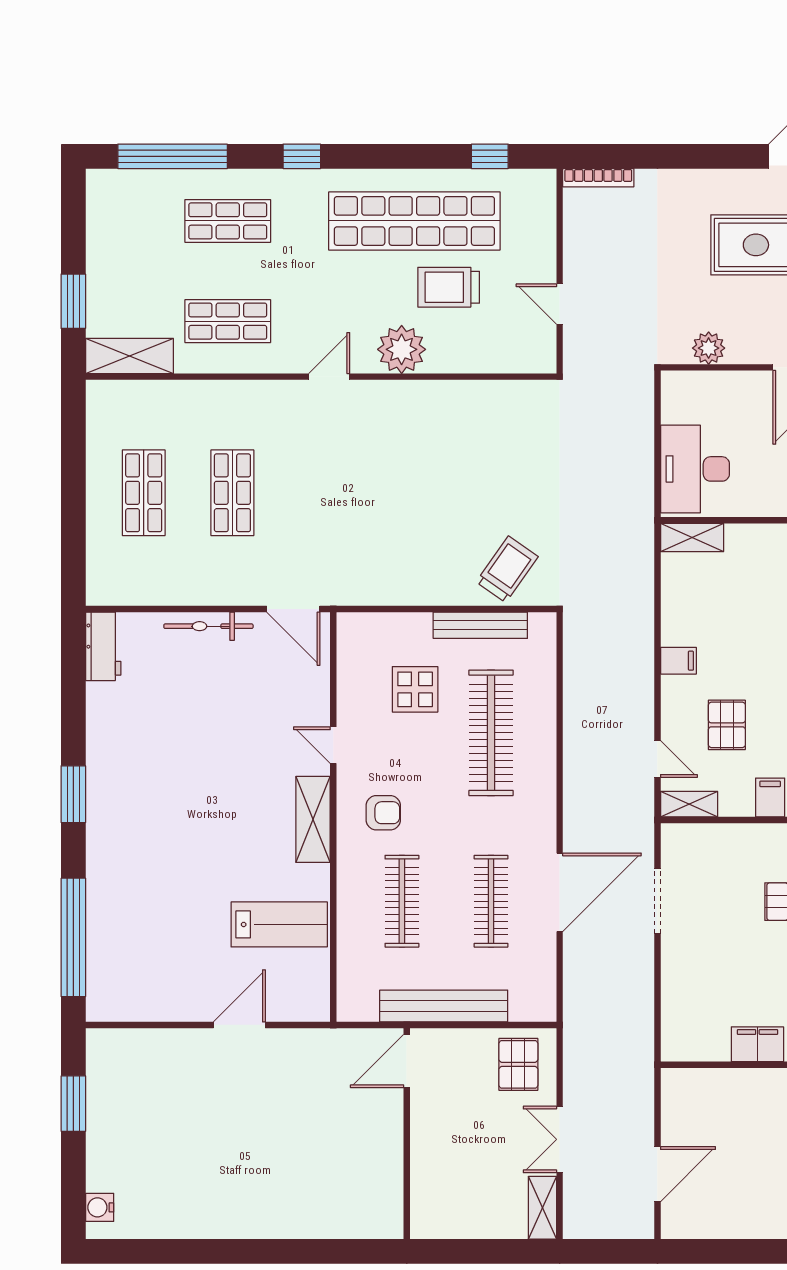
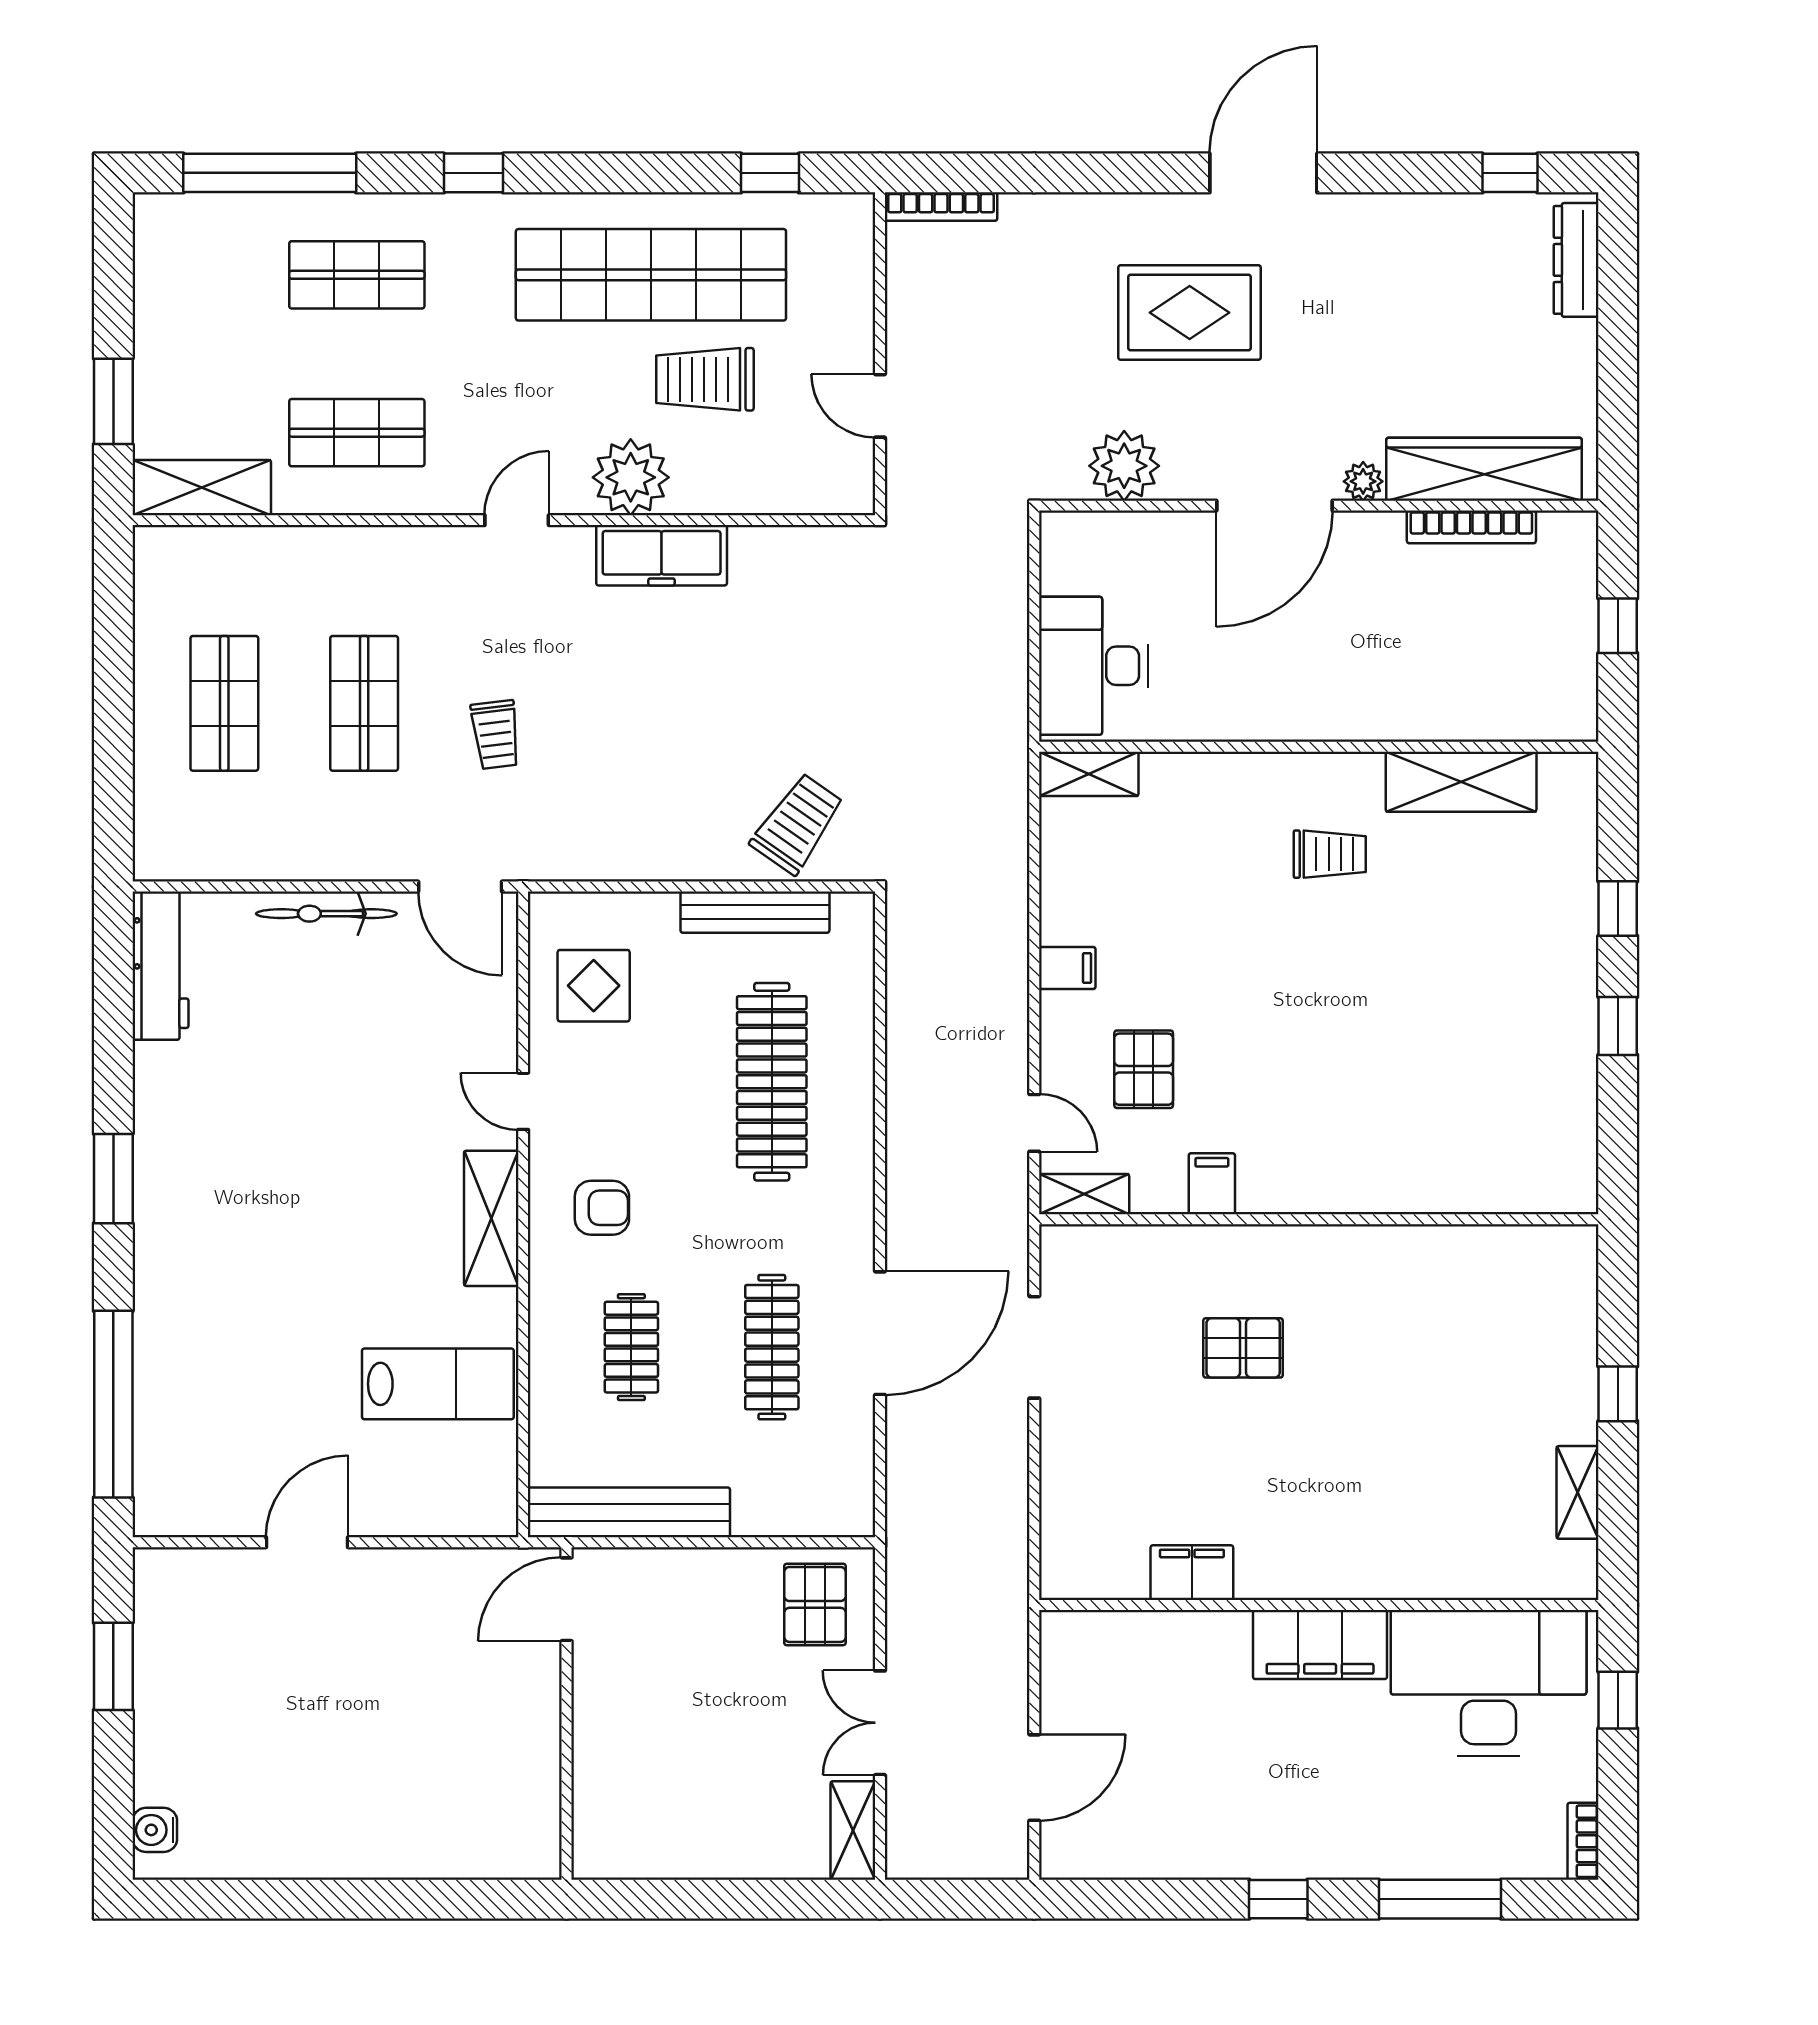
plant: (709, 348) -> (1124, 466), width x1.36, depth x1.36
freezer: (421, 399) -> (662, 555), added
trolley: (316, 513) -> (496, 735), added
workbench: (103, 646) -> (161, 966), width x1.38
display table: (415, 689) -> (594, 986), moved
clothes rail: (402, 901) -> (631, 1347), width x0.73
bench: (444, 1006) -> (629, 1512), moved
door: (239, 1025) -> (307, 1542), moved
door: (407, 1061) -> (567, 1599), moved
wall: (407, 1134) -> (567, 1713), moved

